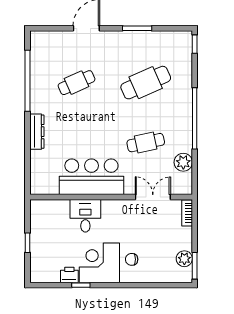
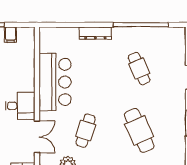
cafe table: (146, 143) -> (86, 130), turned 30
desk: (85, 216) -> (20, 106), moved
filing cabinet: (39, 226) -> (11, 35), added

